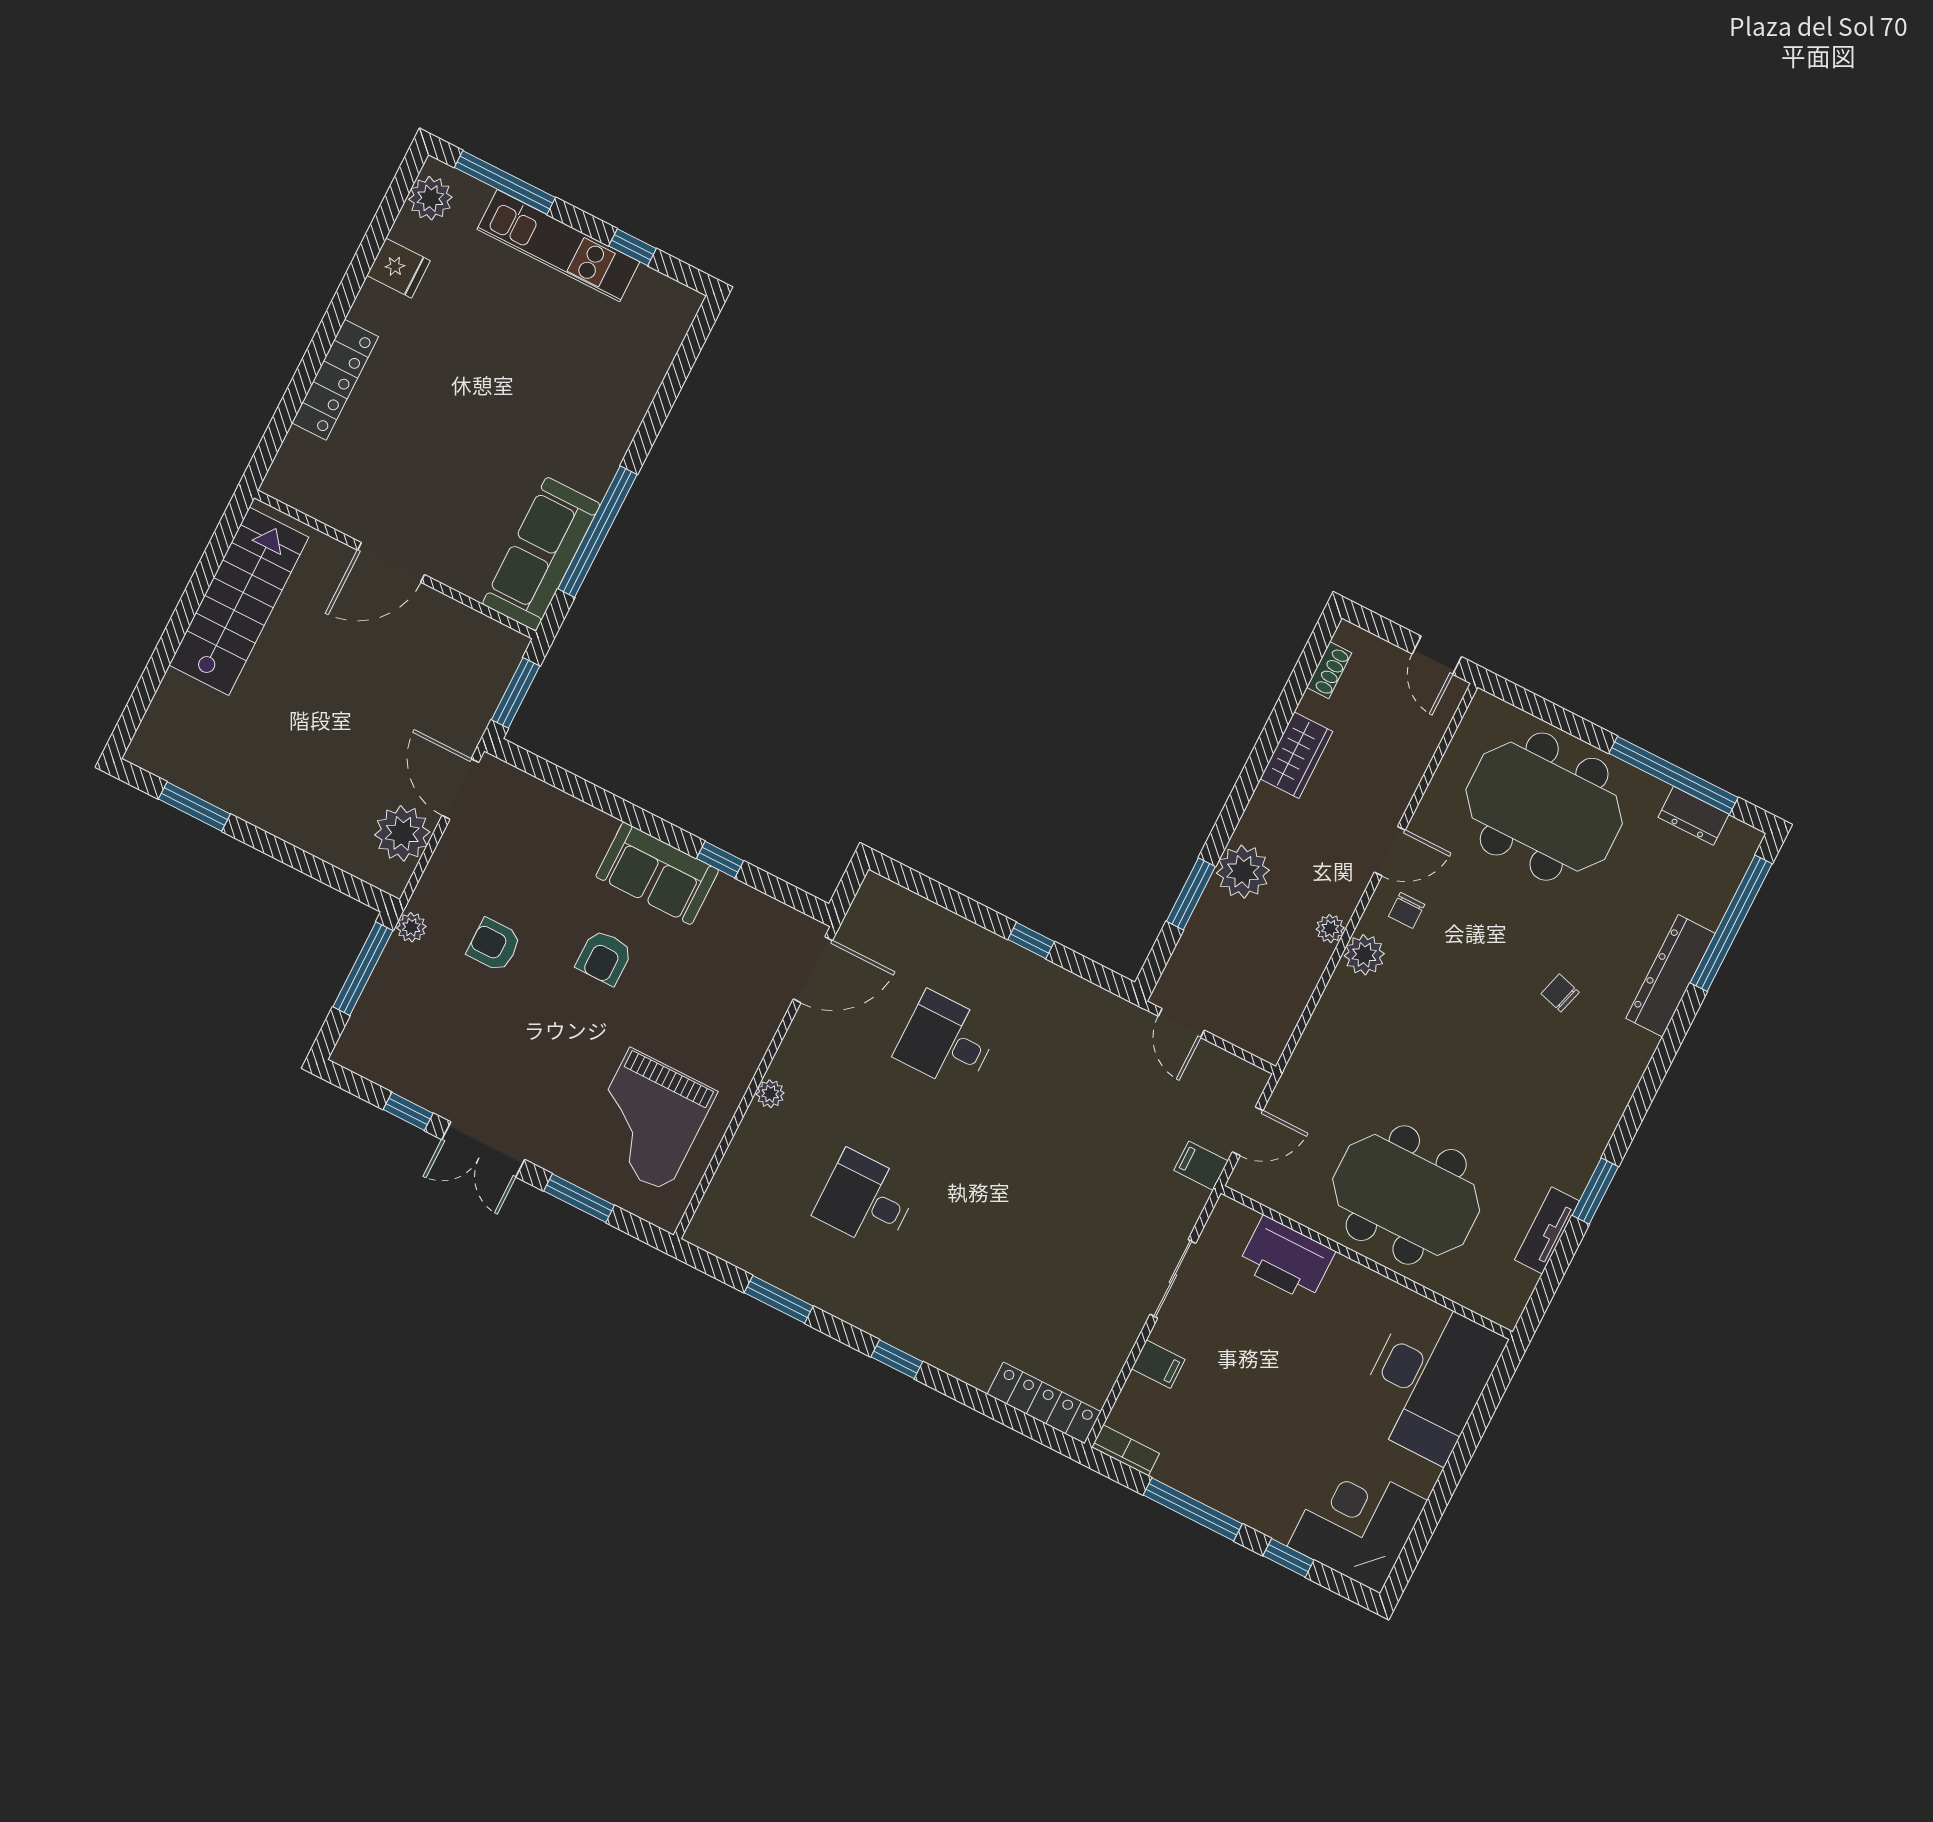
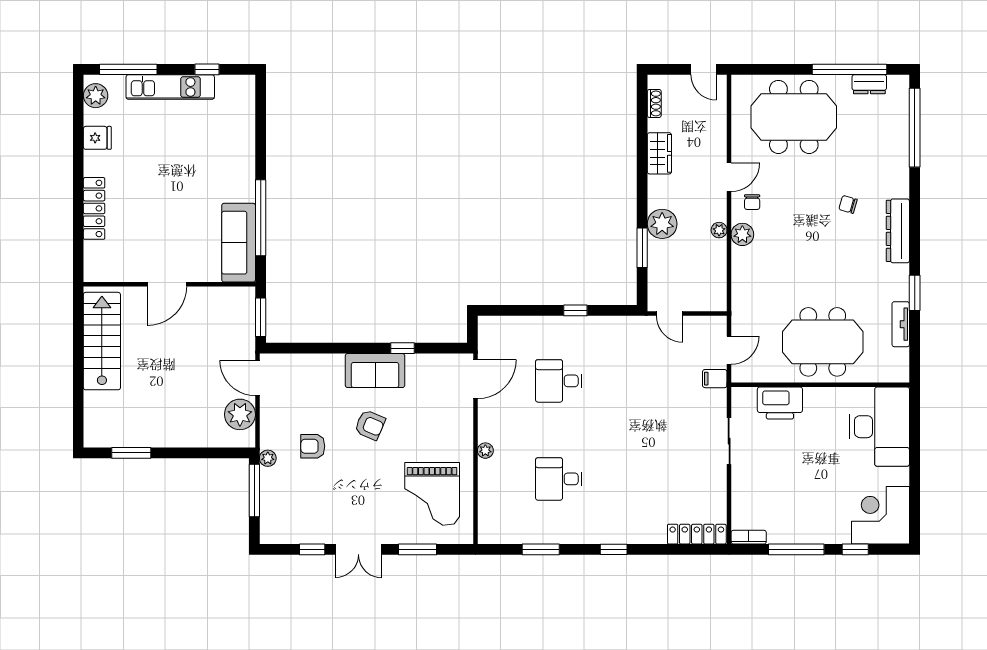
armchair: (604, 957) -> (370, 425), turned -67
dresser: (1671, 976) -> (898, 231), moved
filing cabinet: (1158, 1364) -> (743, 487), removed

